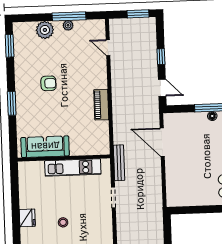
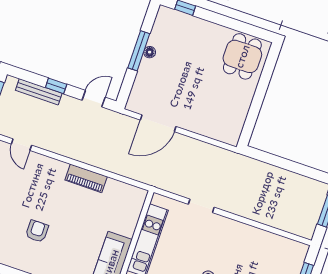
door: (108, 48) -> (21, 145), hinge flipped
bench: (119, 163) -> (39, 92), moved

